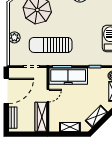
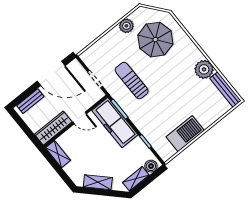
plant: (14, 37) -> (126, 26), moved
sun lounger: (51, 45) -> (132, 81), width x0.73, depth x0.75
shelving: (70, 127) -> (58, 154), moved

